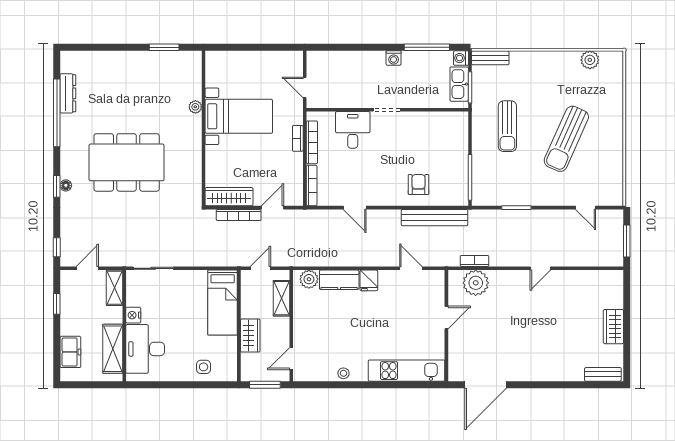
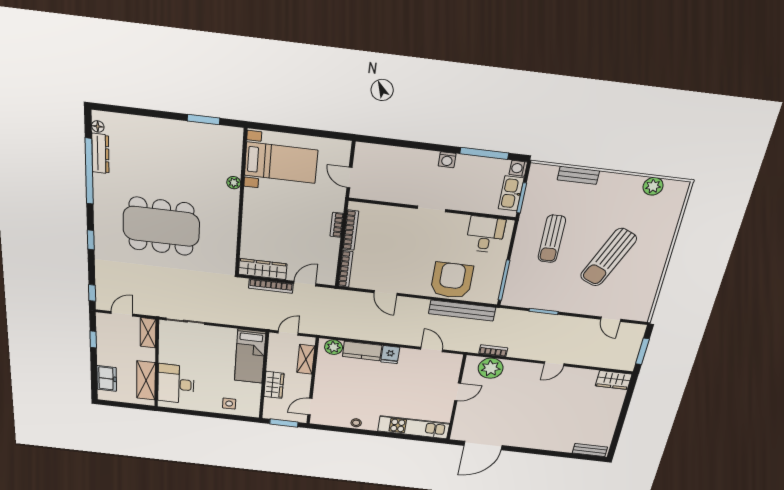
bench: (490, 58) -> (578, 175), moved
bed with nightstands: (239, 116) -> (281, 163), moved
desk: (353, 130) -> (485, 234), moved
floor lamp: (66, 185) -> (98, 126), moved
armchair: (418, 185) -> (452, 280), width x1.88, depth x1.88
nightstand: (133, 315) -> (165, 357), removed
wardrobe: (613, 327) -> (614, 380), moved, turned -90

